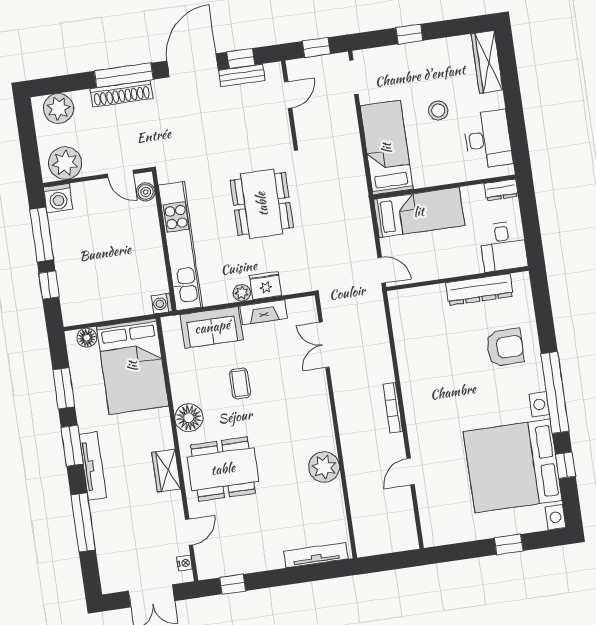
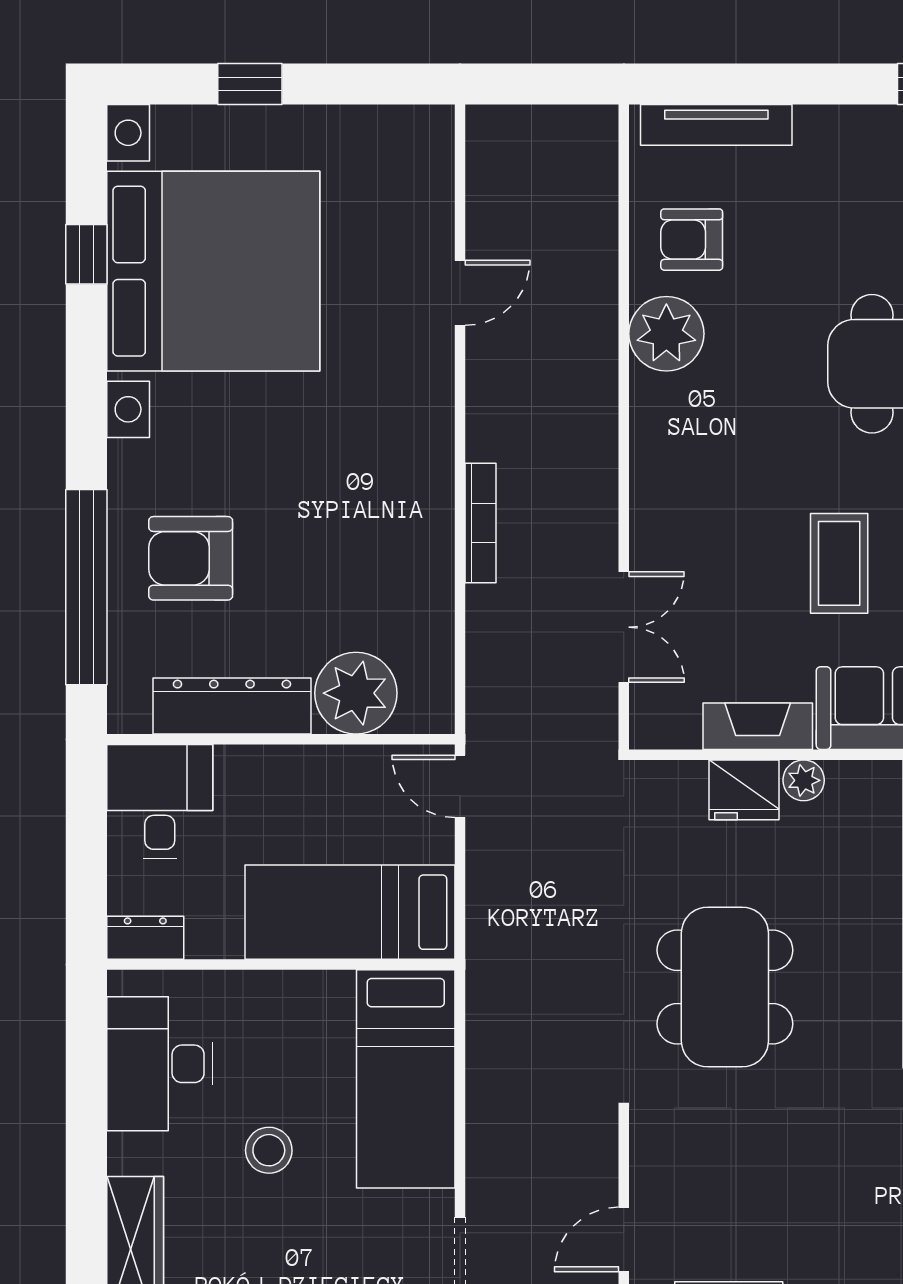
plant: (430, 302) -> (356, 693), added
coffee table: (240, 383) -> (839, 563), width x1.36, depth x1.30
window: (555, 392) -> (86, 587), moved
bookcase: (393, 408) -> (480, 523), moved
armchair: (319, 507) -> (692, 240), added

